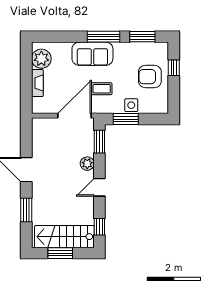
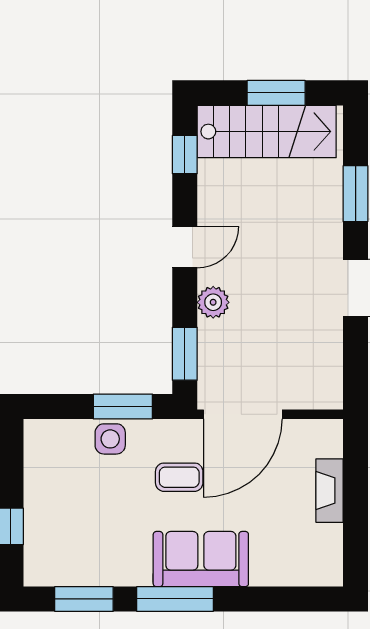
plant: (41, 59) -> (320, 548), removed
armchair: (150, 77) -> (66, 506), removed

